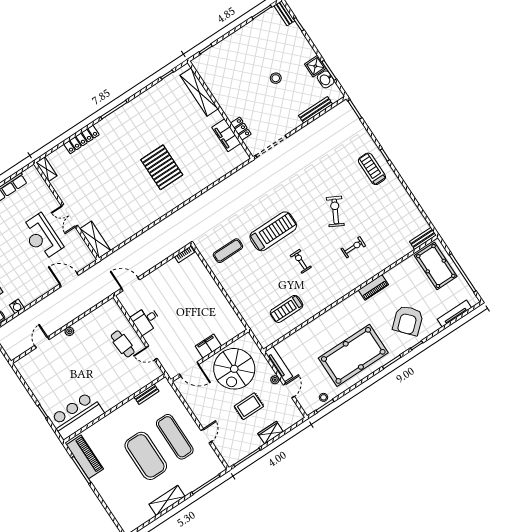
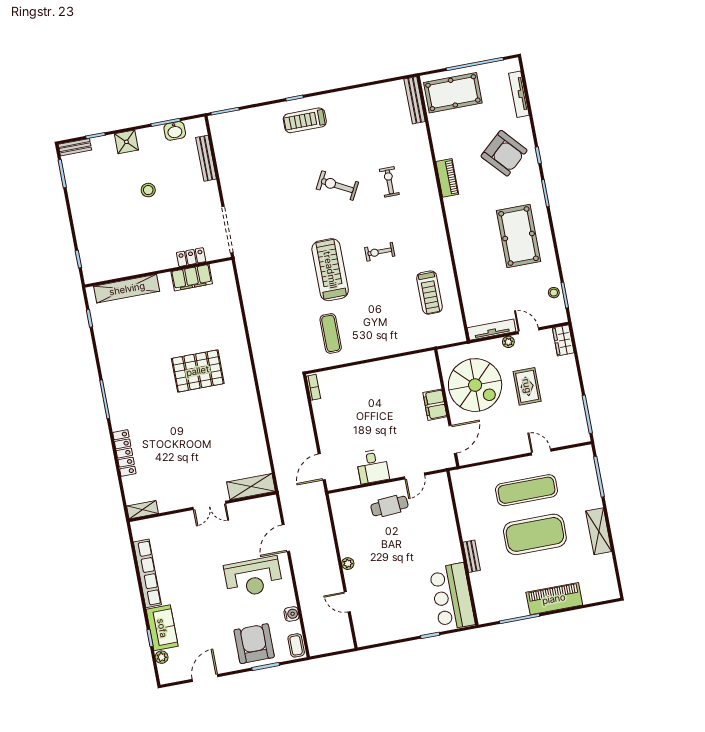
shower: (315, 66) -> (126, 142), moved
reception desk: (42, 237) -> (253, 577), moved
bench: (423, 238) -> (415, 100), width x1.36
pool table: (353, 355) -> (519, 236), width x0.73, depth x0.76
bench: (147, 394) -> (472, 556), moved
wardrobe: (271, 433) -> (563, 340), moved
piano: (85, 457) -> (554, 599), moved

